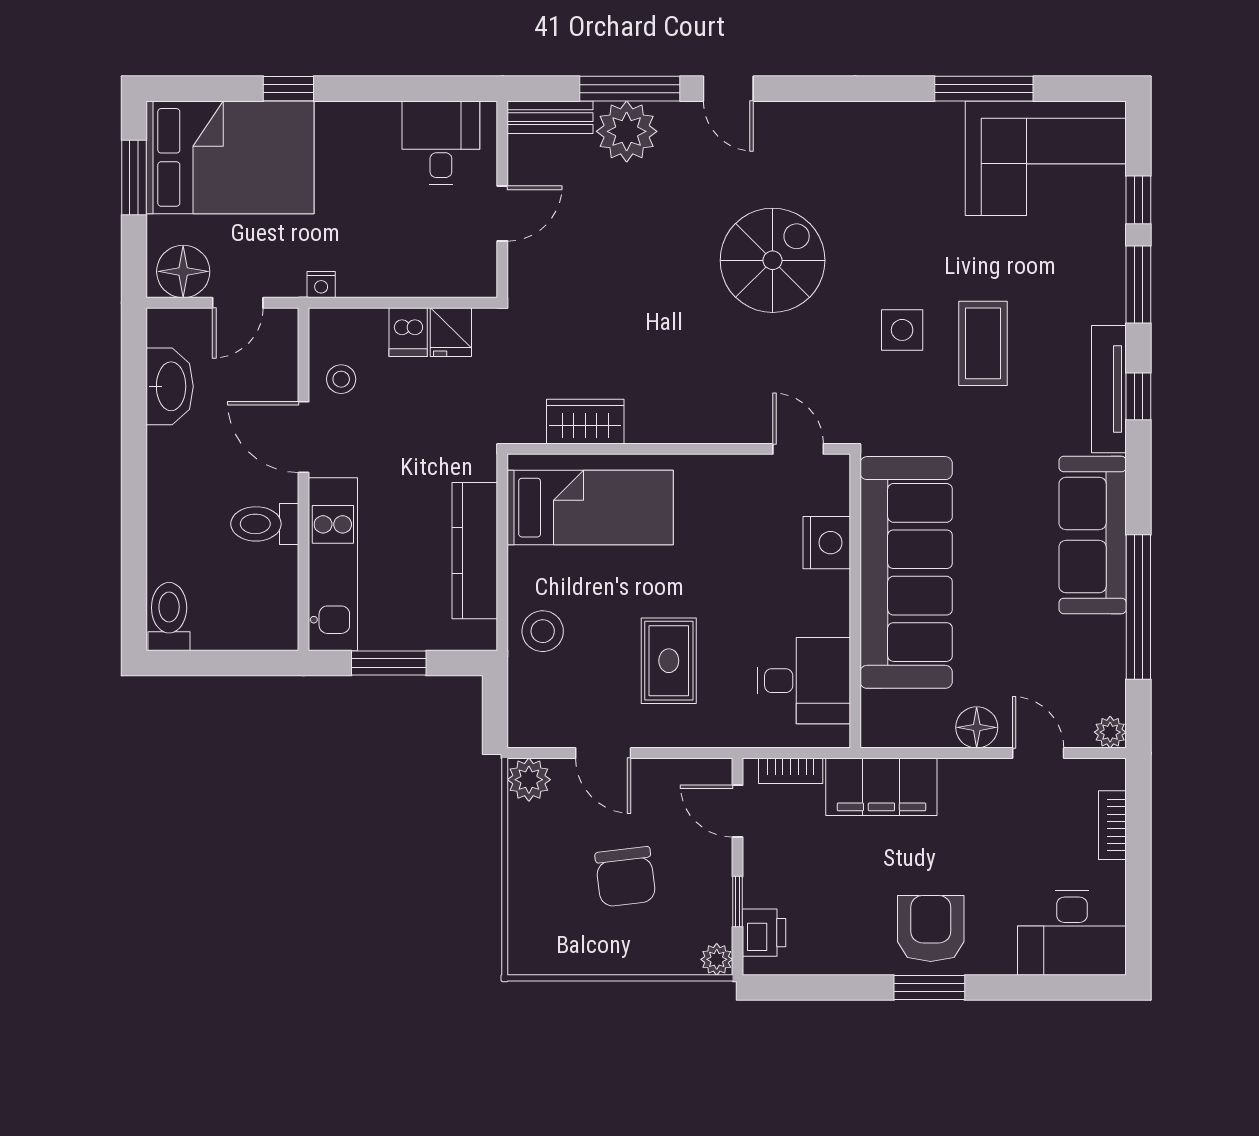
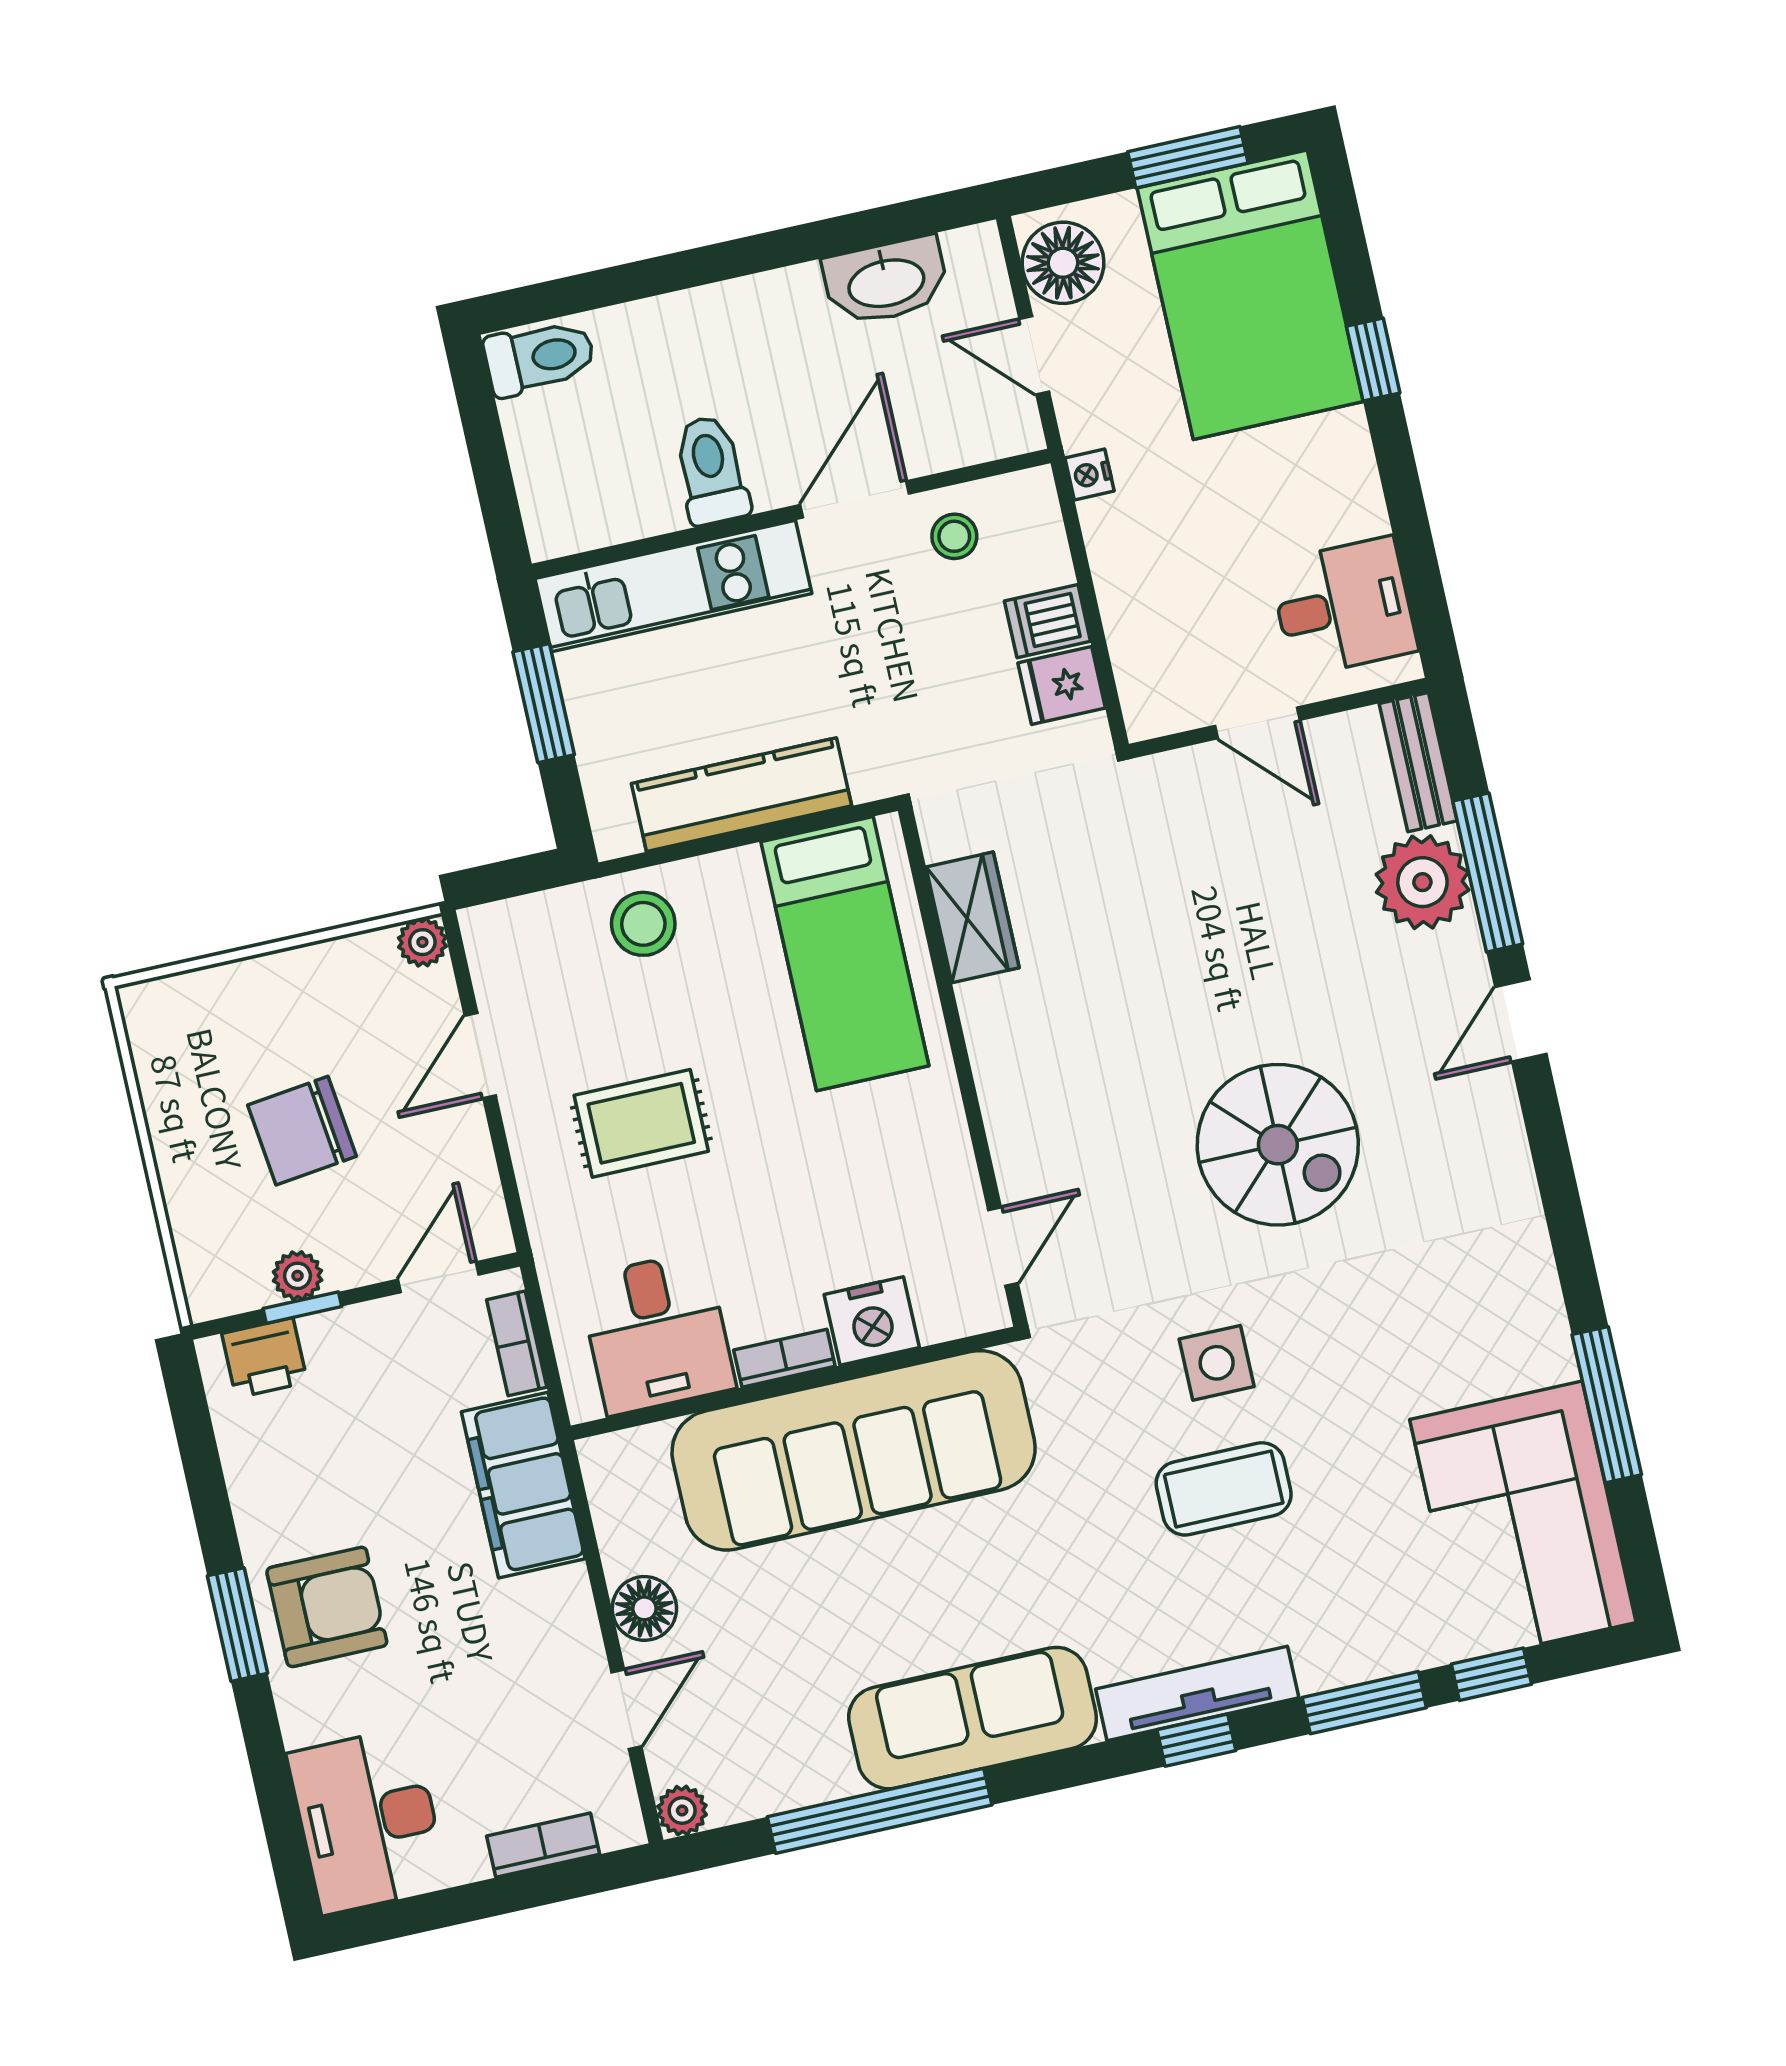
bookcase: (838, 603) -> (784, 1358), added
plant: (529, 780) -> (422, 942), width x0.73, depth x0.73
plant: (717, 959) -> (298, 1276), moved

